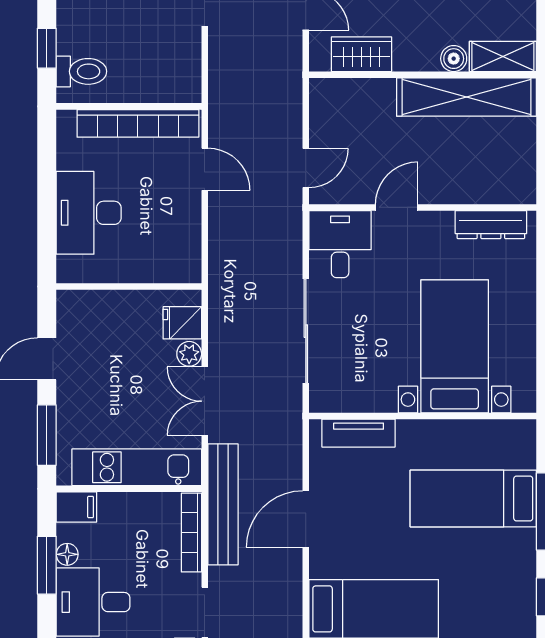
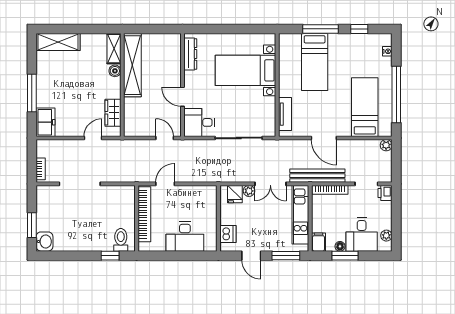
dishwasher: (94, 307) -> (228, 234), added

